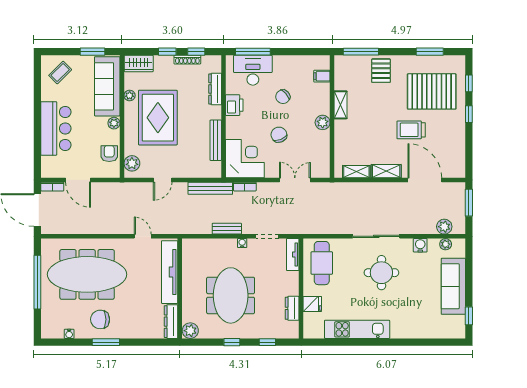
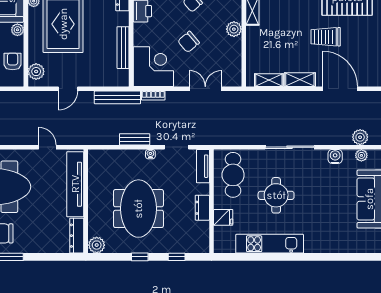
chair: (279, 135) -> (189, 42), turned -108
round table: (381, 273) -> (276, 195), moved
dresser: (292, 308) -> (202, 208), moved

